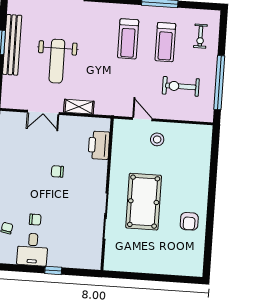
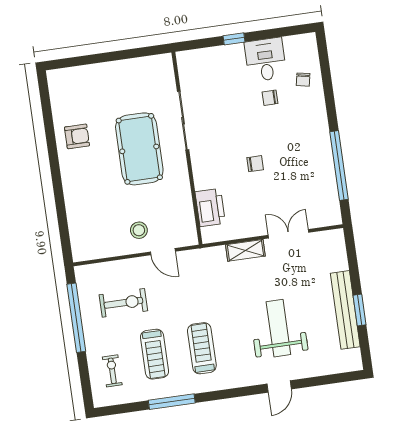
treadmill: (165, 42) -> (154, 354), turned 180
weight bench: (57, 61) -> (278, 328), moved
armchair: (189, 221) -> (77, 136), turned 90

